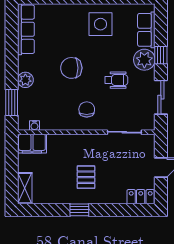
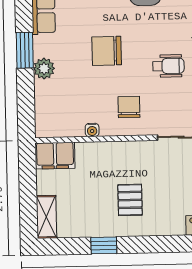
window: (12, 103) -> (25, 50), moved
water cooler: (34, 126) -> (92, 130), moved
window: (79, 210) -> (104, 245), moved

